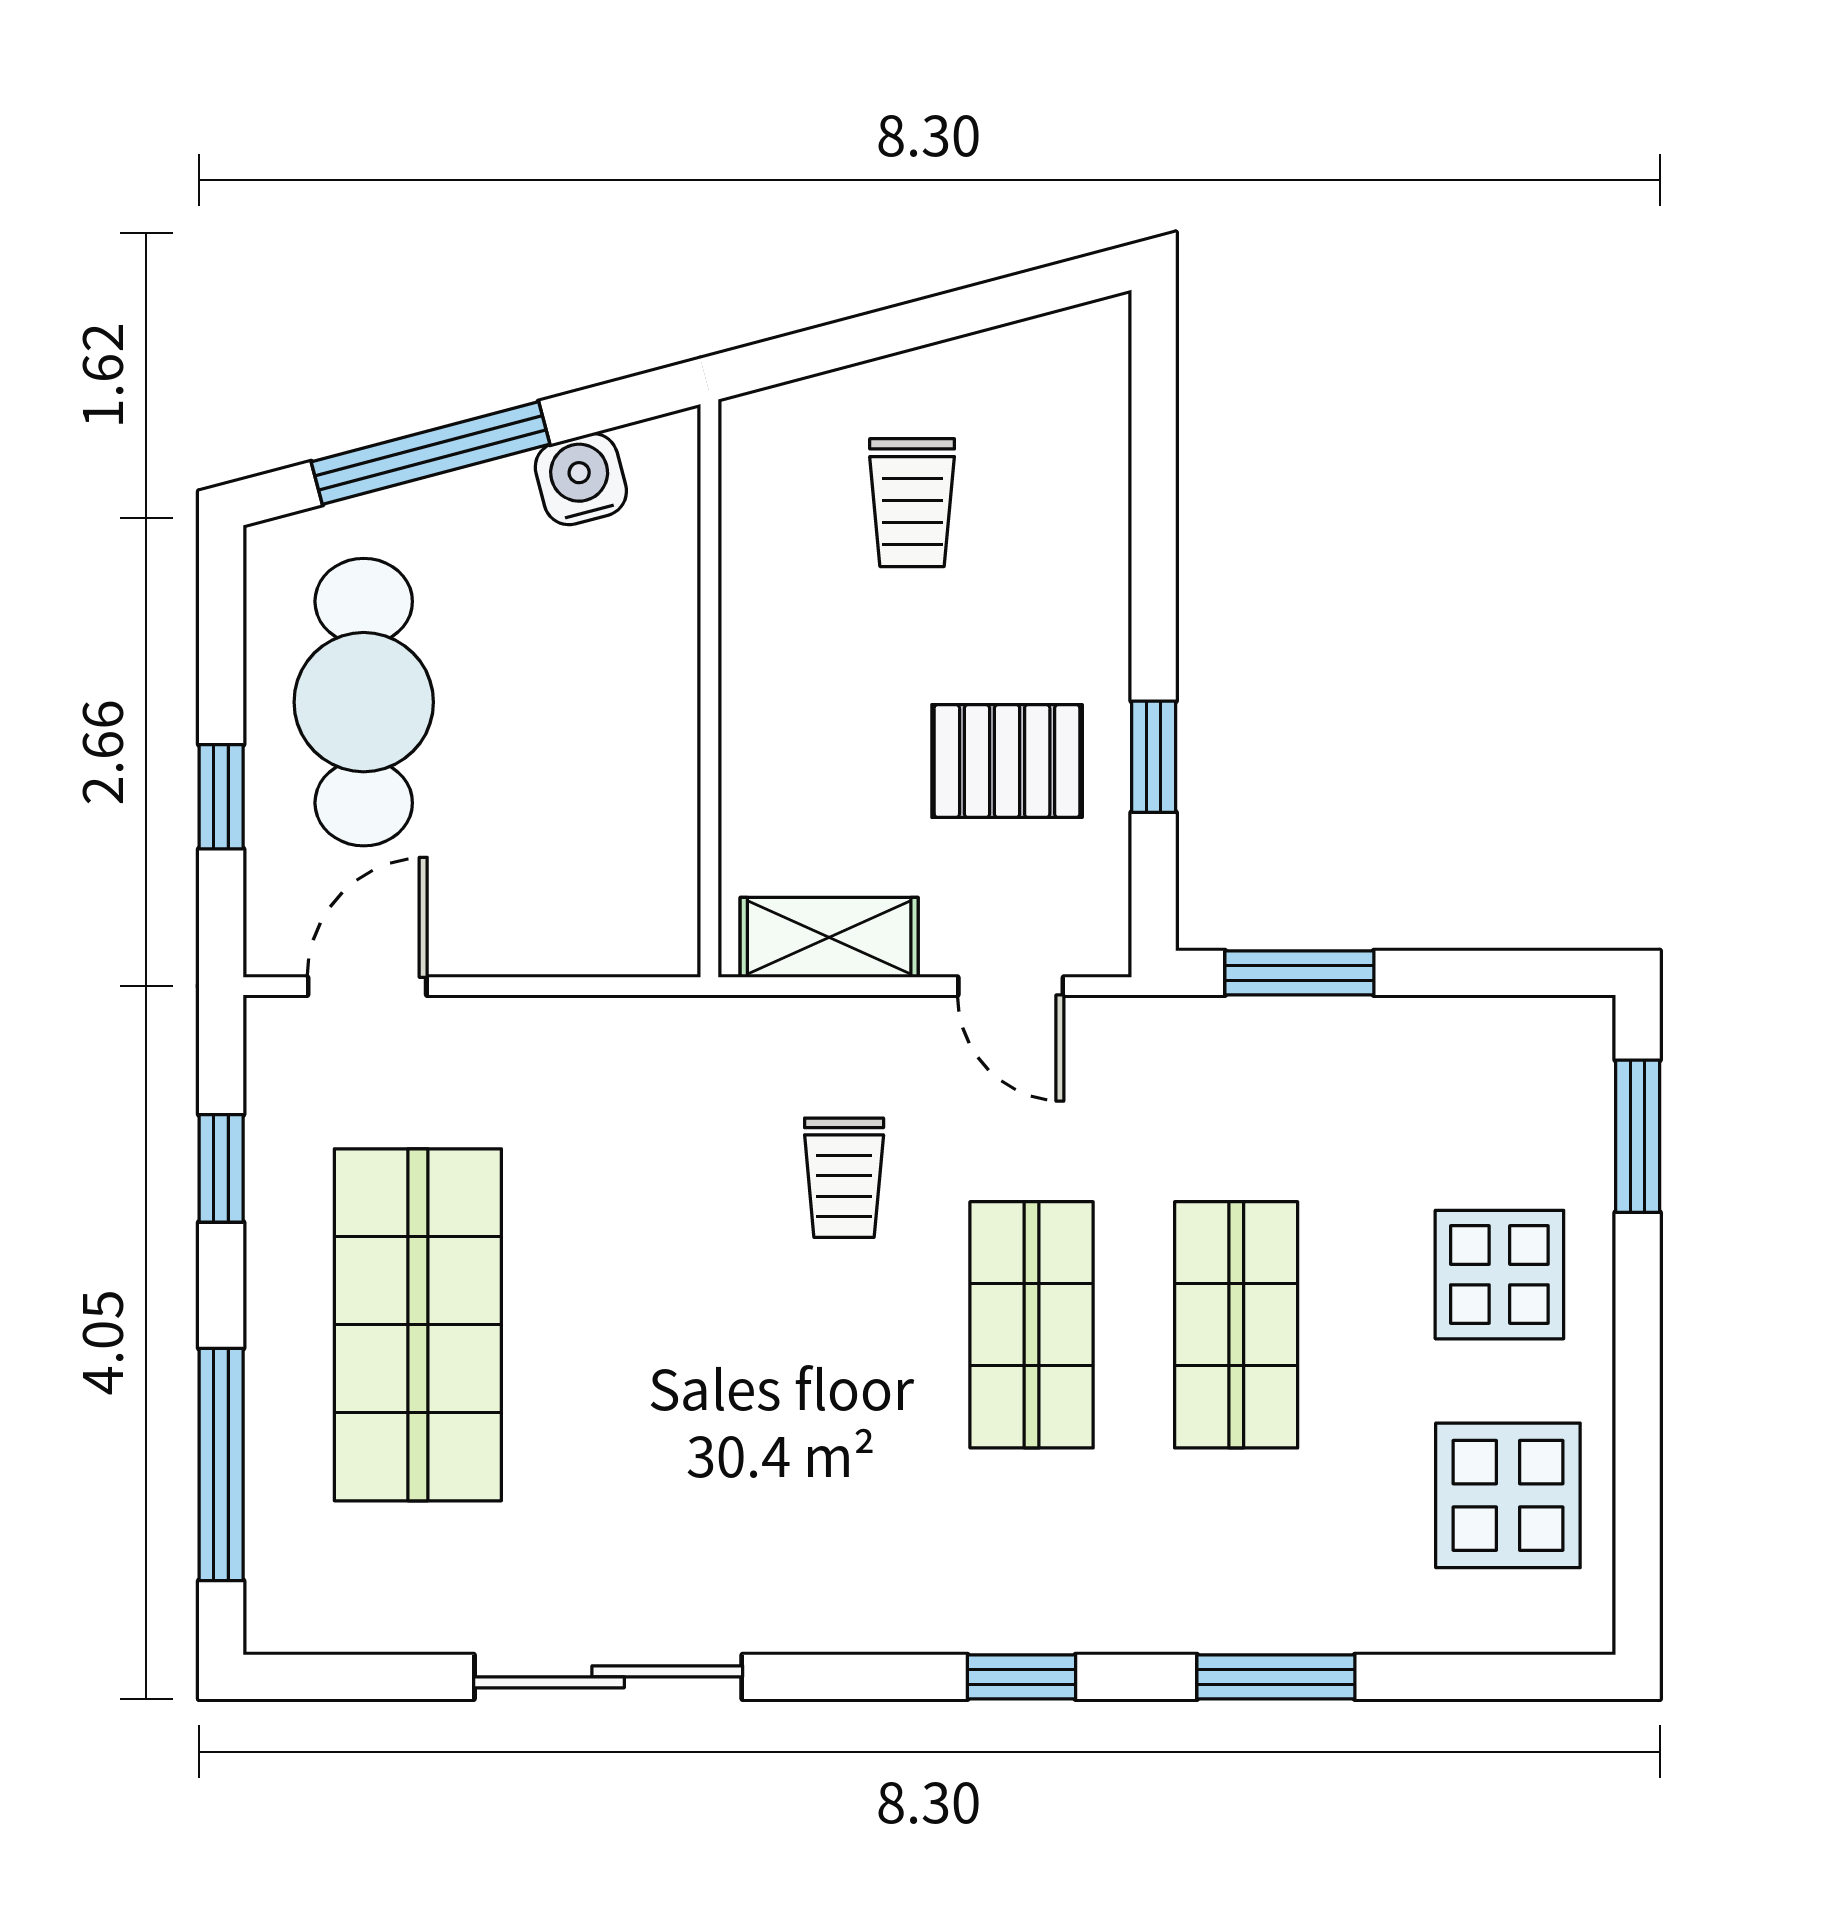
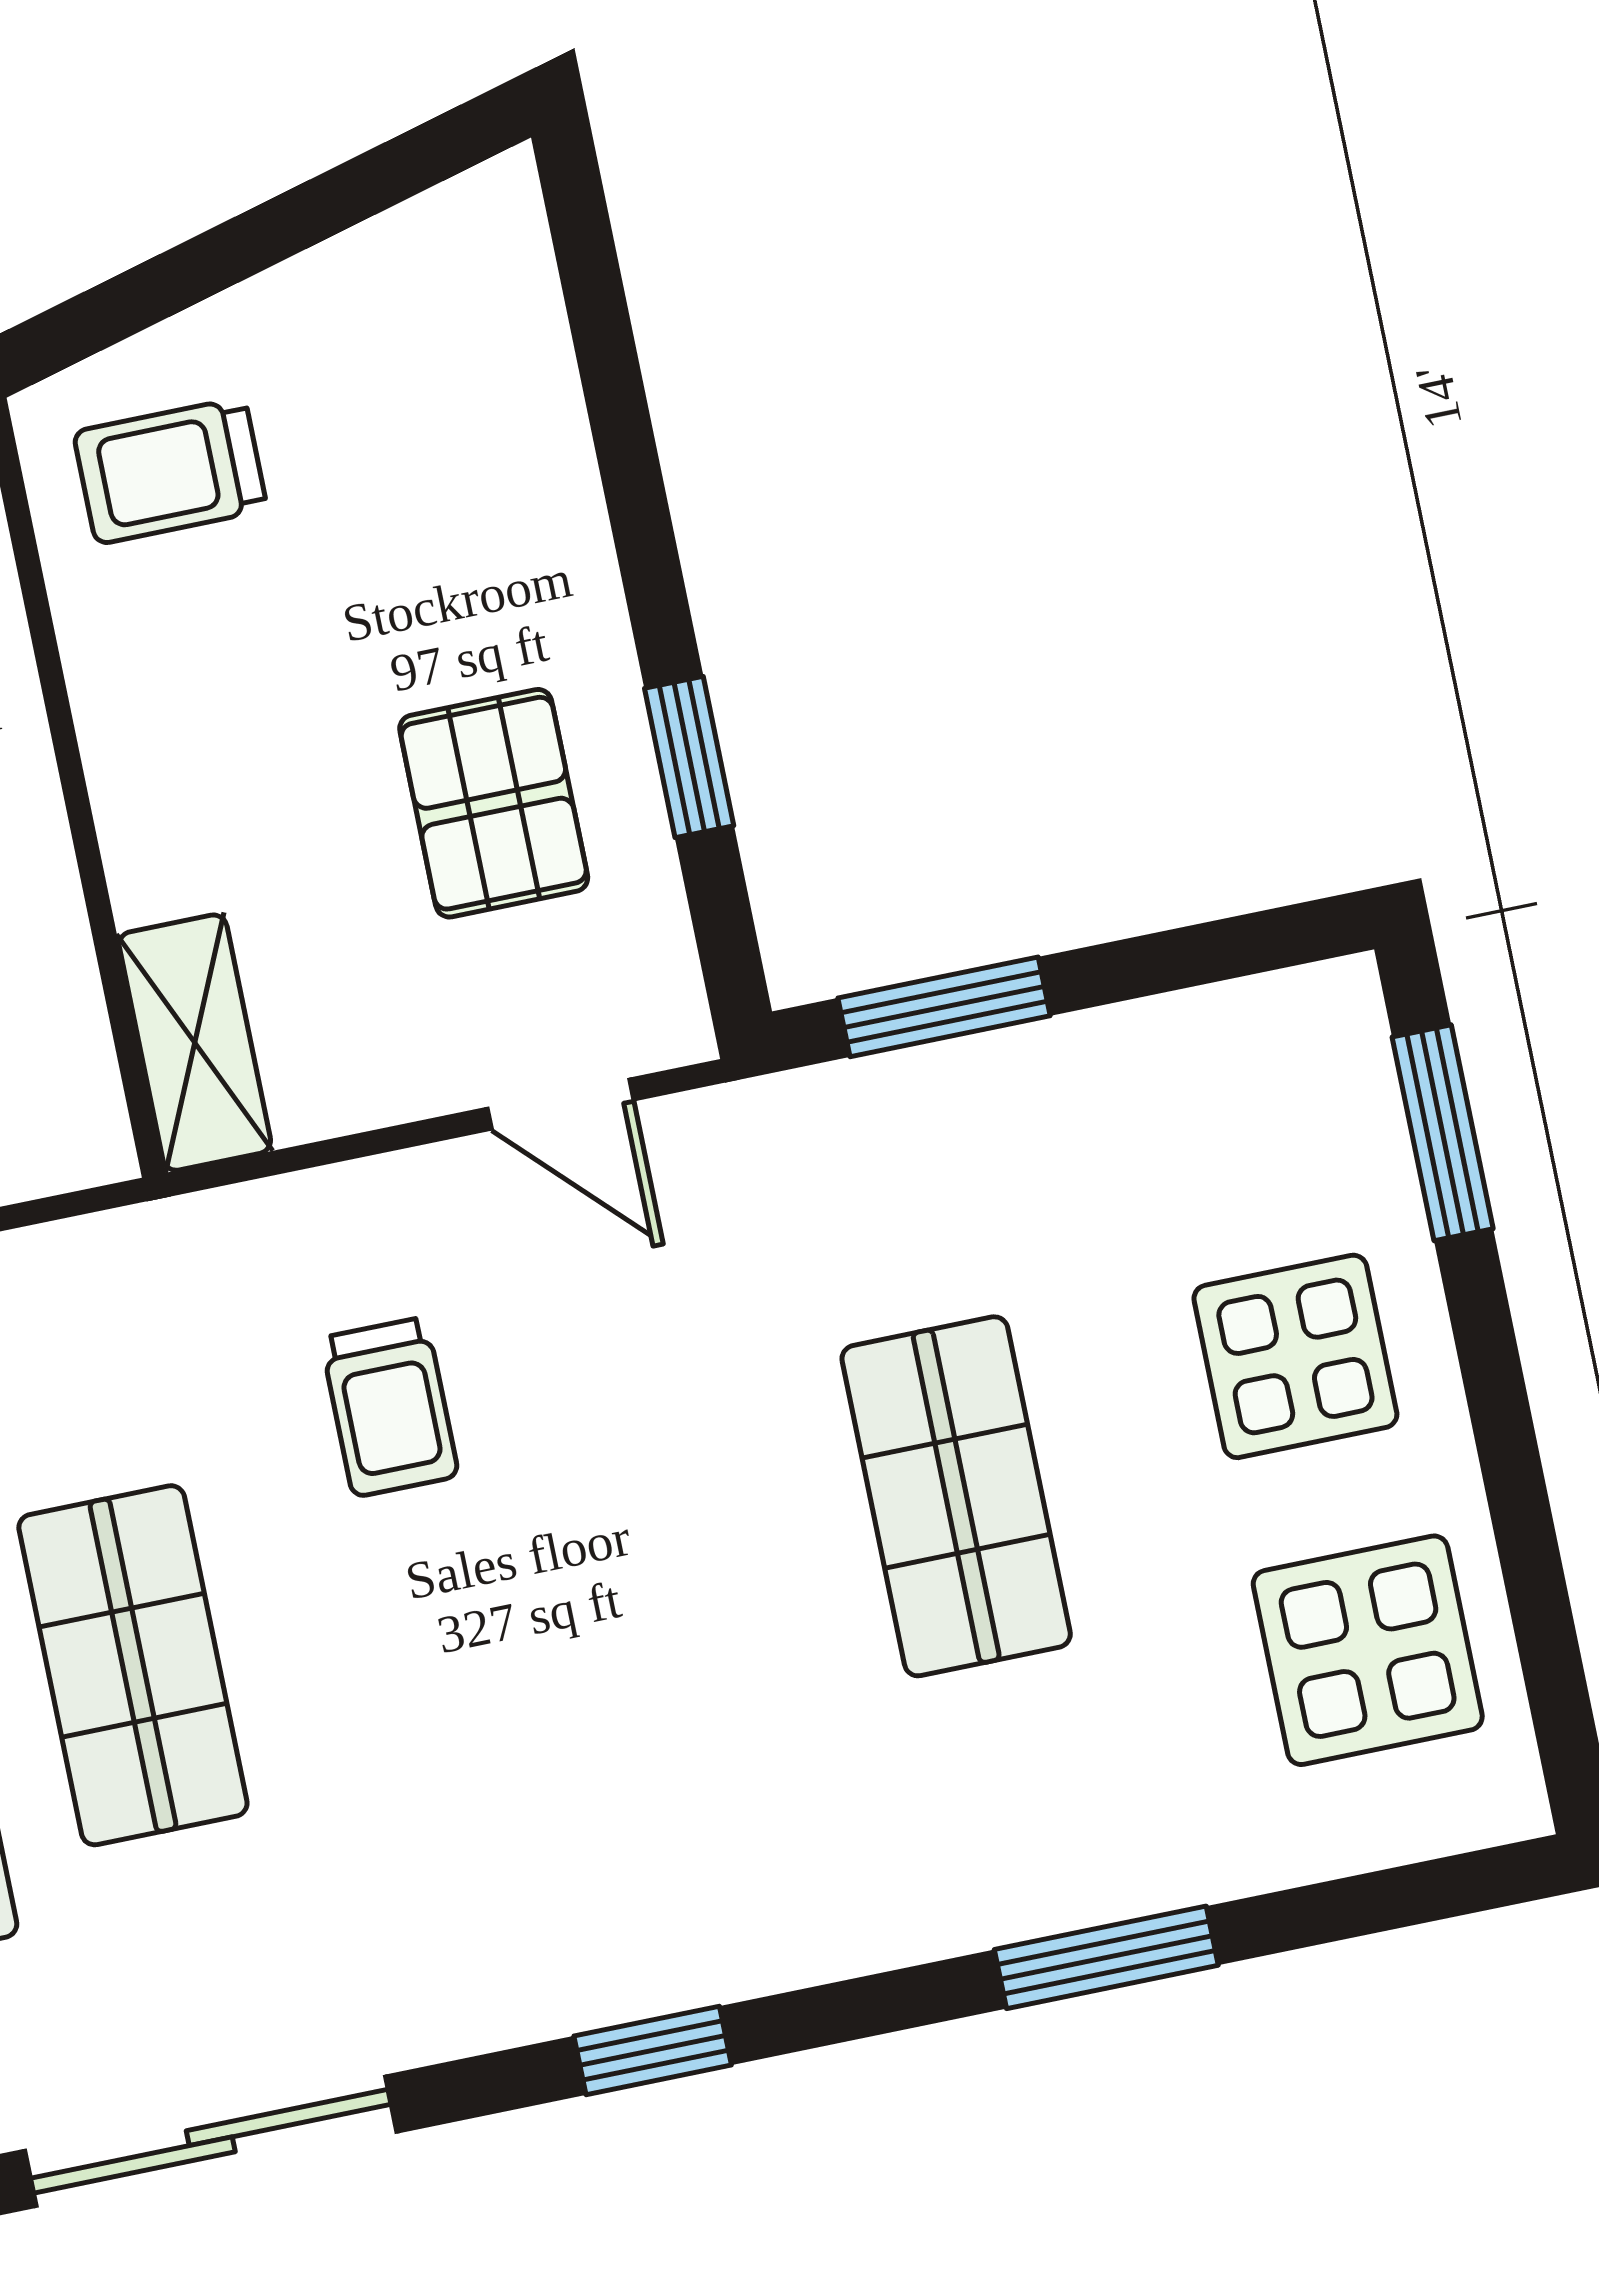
trolley: (912, 503) -> (170, 471), moved, turned 90
pallet: (1007, 761) -> (494, 803), turned 90
shelving: (829, 937) -> (195, 1043), moved, turned 90
shop shelf: (1032, 1325) -> (133, 1665), moved
window: (1022, 1677) -> (653, 2051), moved

